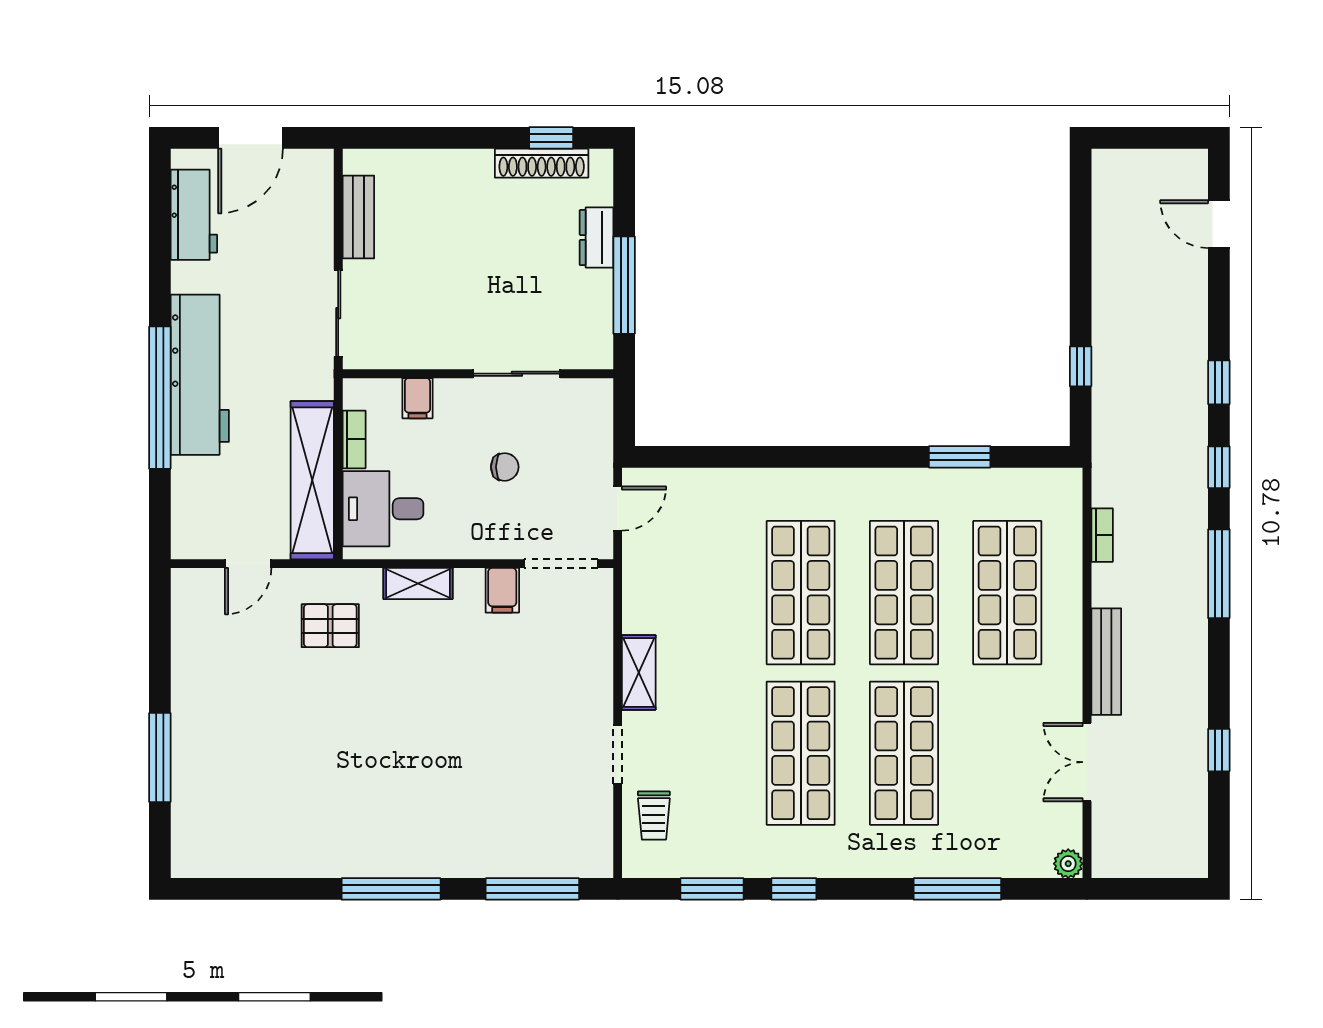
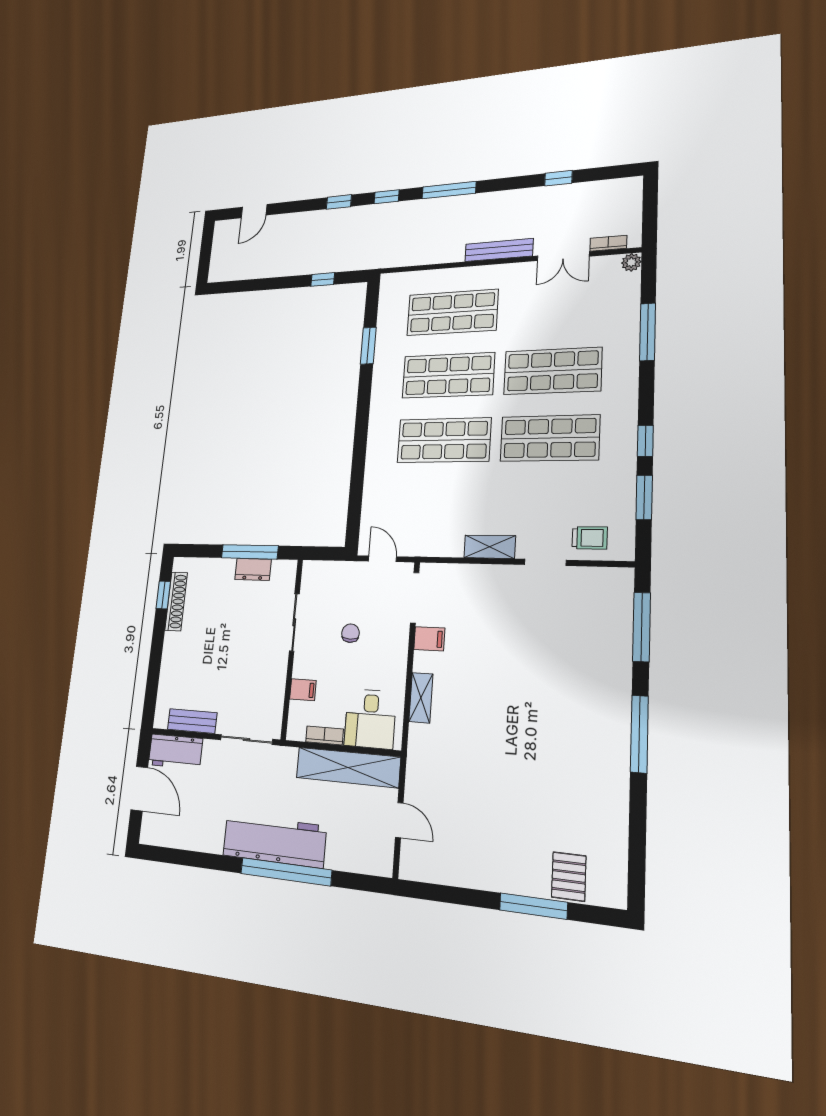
workbench: (194, 215) -> (175, 752), moved, turned 180
dresser: (596, 238) -> (253, 569), moved
bookcase: (1102, 535) -> (608, 243), moved
pallet: (330, 626) -> (569, 877), moved

